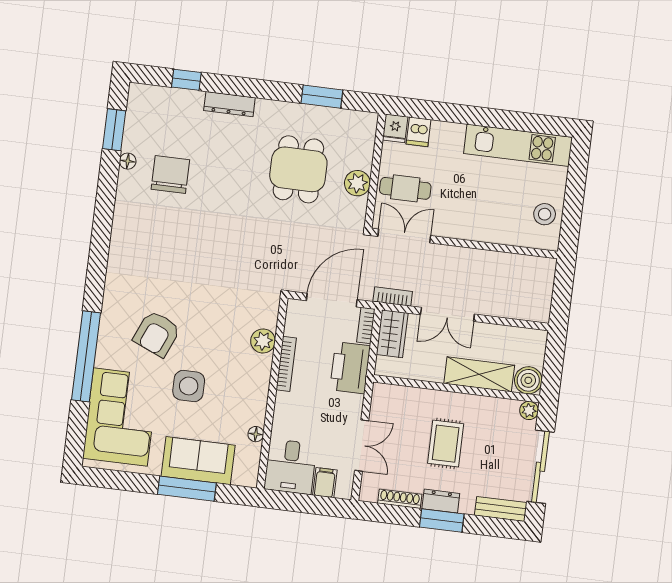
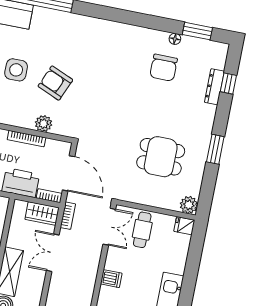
window: (322, 97) -> (215, 149), moved
dresser: (229, 104) -> (214, 87), moved
dishwasher: (419, 132) -> (111, 279), moved, turned 180
chair: (170, 174) -> (164, 68), turned 90
plant: (357, 183) -> (189, 205), moved
armchair: (157, 334) -> (55, 83), moved

